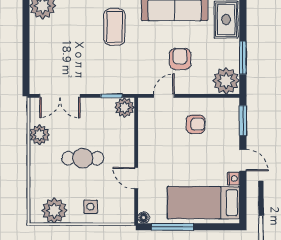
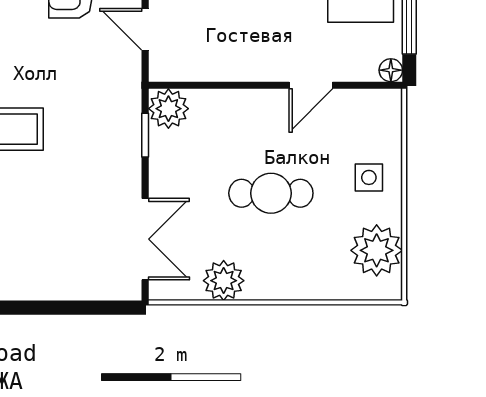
cafe table: (83, 158) -> (271, 193), turned 90

